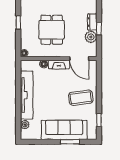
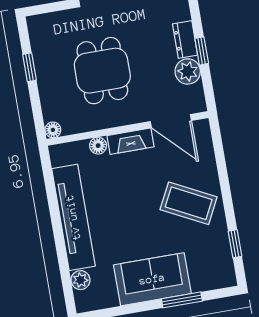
coffee table: (81, 98) -> (189, 203), turned 34
sofa: (64, 130) -> (152, 279), width x0.73

